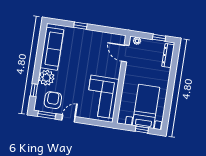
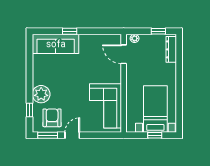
sofa: (52, 49) -> (56, 44), moved, turned 90

